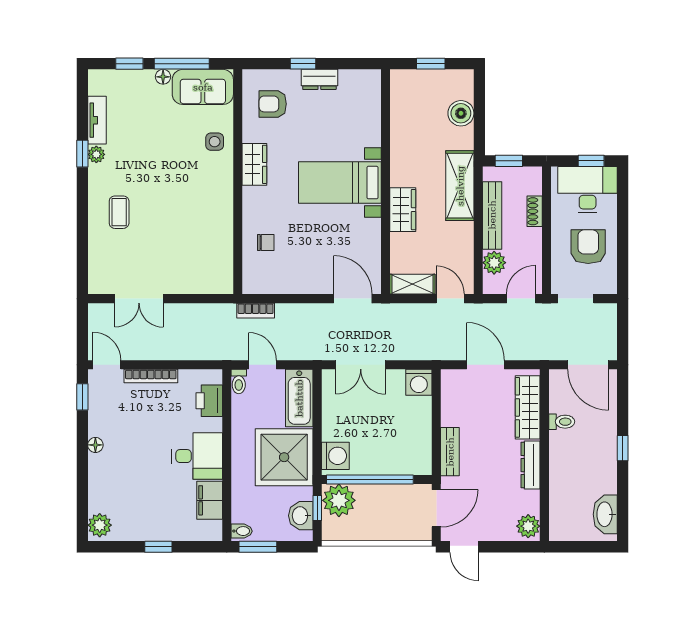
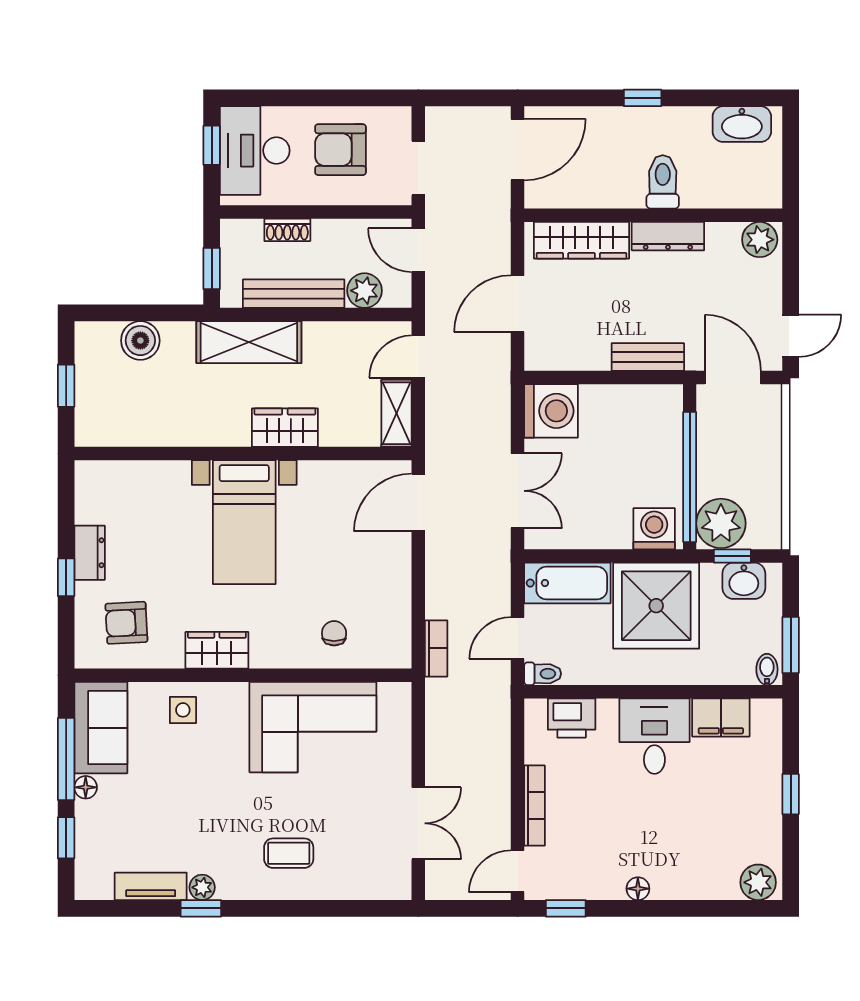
armchair: (273, 104) -> (126, 623), turned 87
corner sofa: (203, 228) -> (313, 727), added
washing machine: (419, 382) -> (551, 411), width x1.37, depth x1.37
toilet: (562, 422) -> (663, 182), moved, width x1.37, depth x1.39

